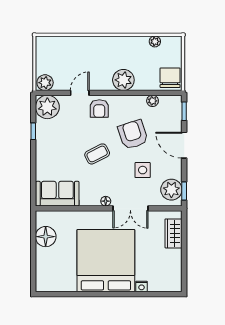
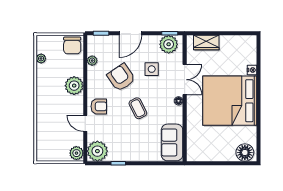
chair: (170, 78) -> (72, 45), turned -90
armchair: (133, 135) -> (121, 77), turned 74
floor lamp: (46, 237) -> (245, 153), moved

